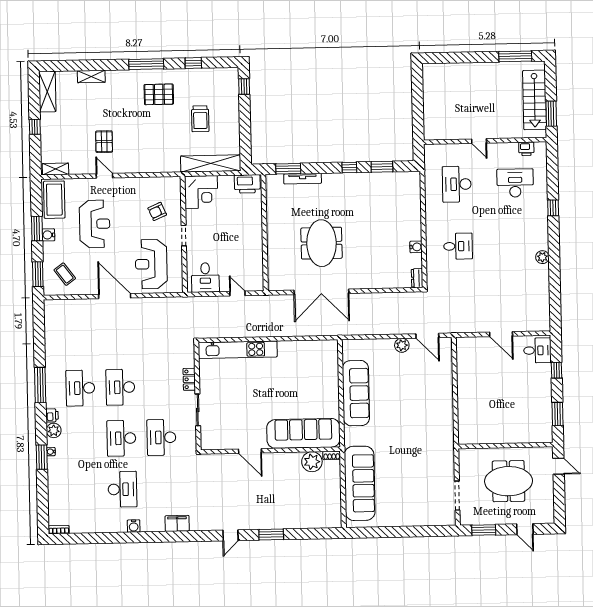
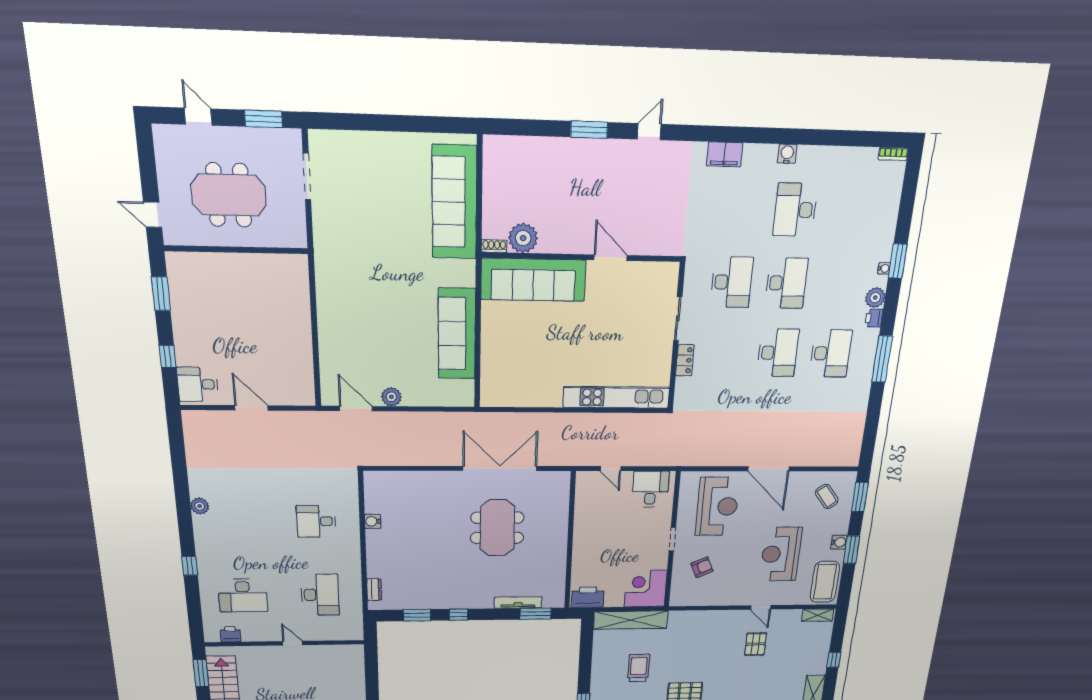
dresser: (417, 278) -> (374, 590), moved

